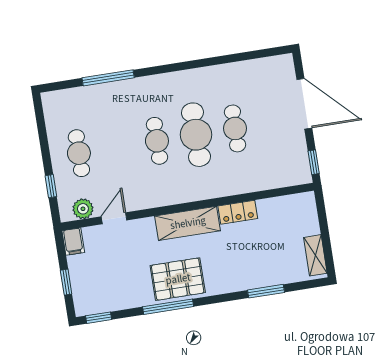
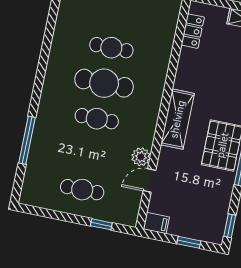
plant: (83, 209) -> (141, 157), moved
locker: (238, 212) -> (193, 31), moved
door: (114, 218) -> (149, 180), hinge flipped

